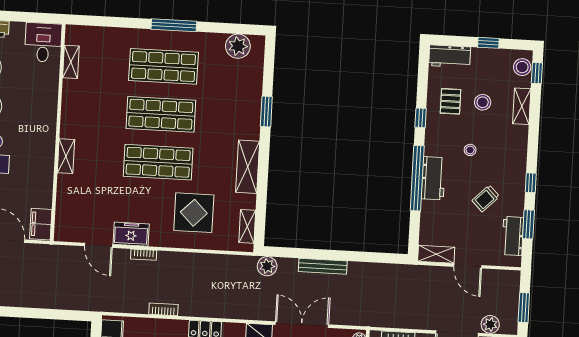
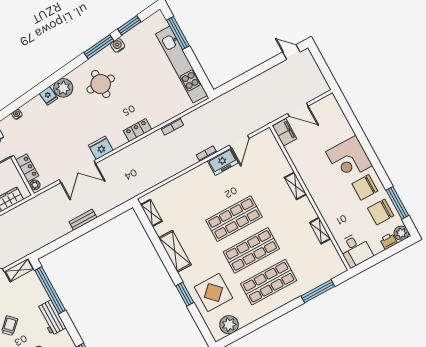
window: (174, 25) -> (318, 291), moved
shelving: (71, 62) -> (320, 231), moved
window: (417, 178) -> (50, 290), moved
display table: (194, 213) -> (214, 293), moved
door: (98, 245) -> (239, 142), swing flipped
plant: (267, 266) -> (123, 195), removed
bench: (323, 266) -> (83, 220), width x0.73

